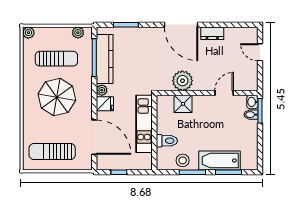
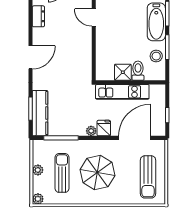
door: (181, 25) -> (30, 57), width x0.73
plant: (78, 33) -> (38, 170), moved
dresser: (212, 33) -> (38, 16), moved
kitchen counter: (105, 59) -> (40, 113), moved, turned 90
plant: (182, 81) -> (82, 56), removed
shower: (183, 104) -> (123, 72), moved

